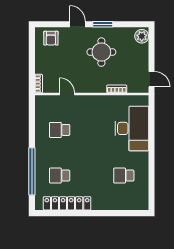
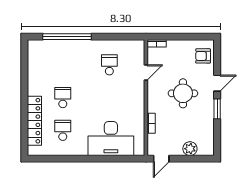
plant: (142, 36) -> (190, 149), moved
round table: (101, 52) -> (183, 93), moved
school desk: (60, 176) -> (63, 98), moved
locker: (67, 203) -> (34, 121), moved

